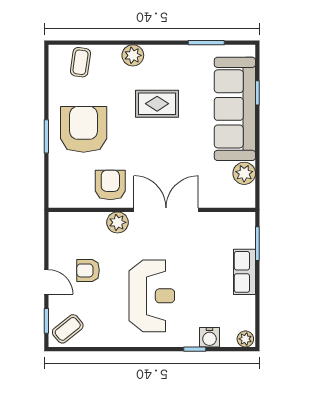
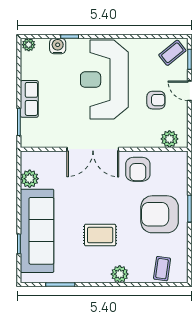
armchair: (84, 129) -> (160, 214), turned 90
plant: (117, 222) -> (169, 139), moved
reception desk: (152, 296) -> (104, 80), width x1.36, depth x1.30

